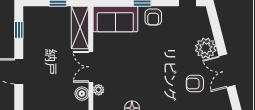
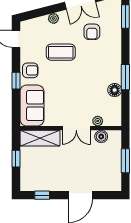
plant: (206, 48) -> (53, 18), width x0.53, depth x0.53
coffee table: (173, 50) -> (61, 52), added

